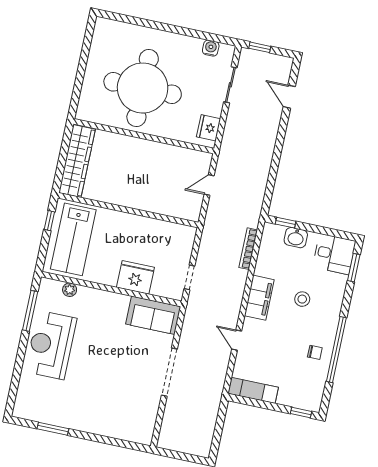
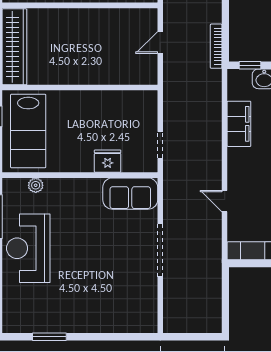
bookcase: (248, 249) -> (216, 46), moved
fridge: (135, 277) -> (108, 161), width x0.73, depth x0.75
filing cabinet: (259, 298) -> (239, 124), moved

